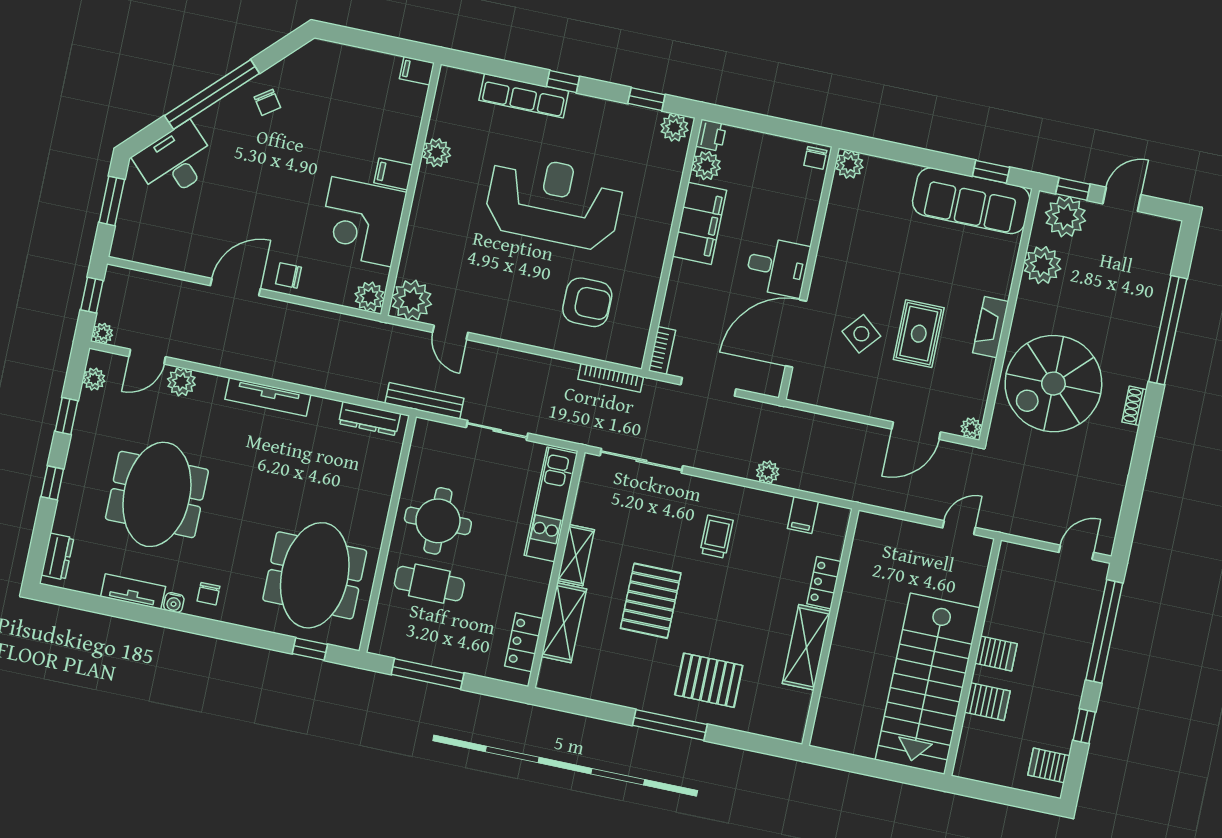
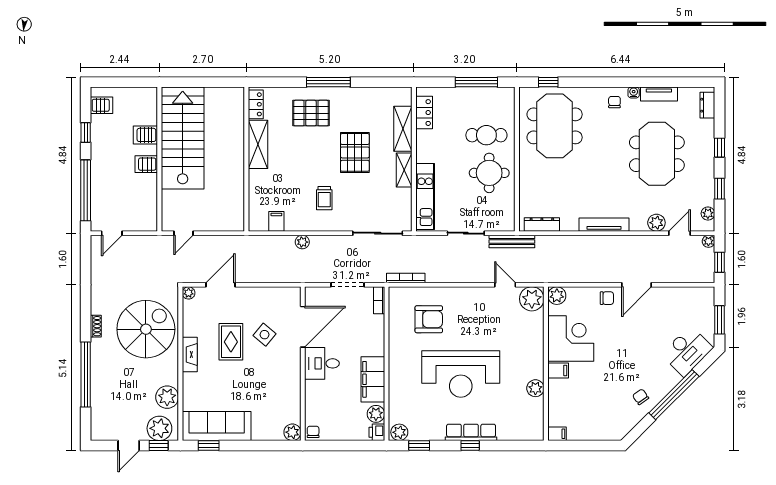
row of seats: (524, 96) -> (471, 432), moved
armchair: (587, 302) -> (429, 319), turned 180
locker: (824, 583) -> (256, 104), moved

